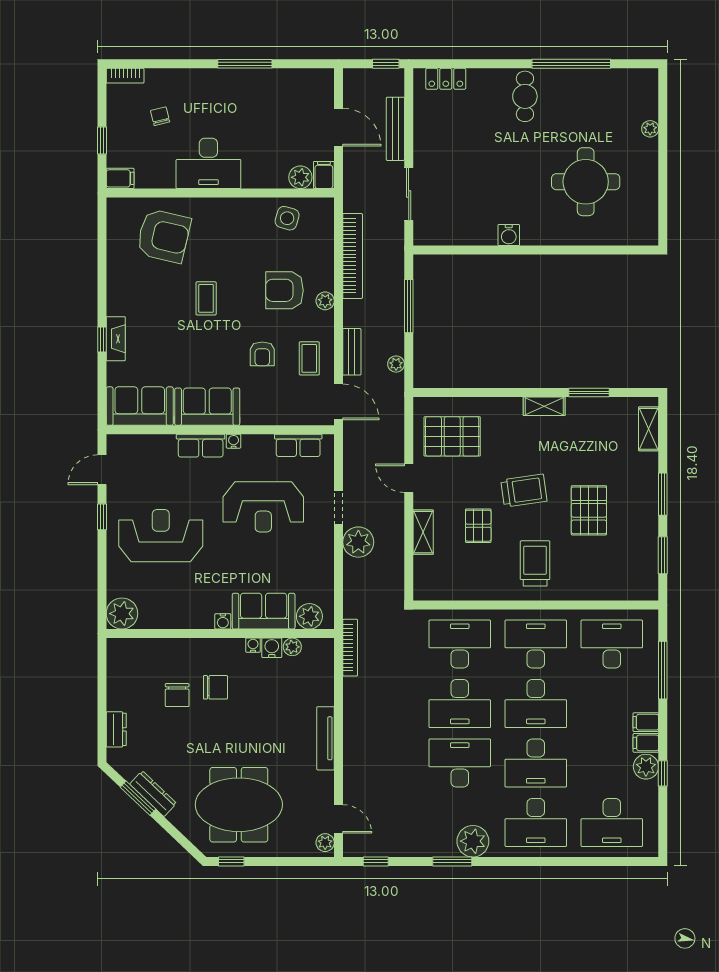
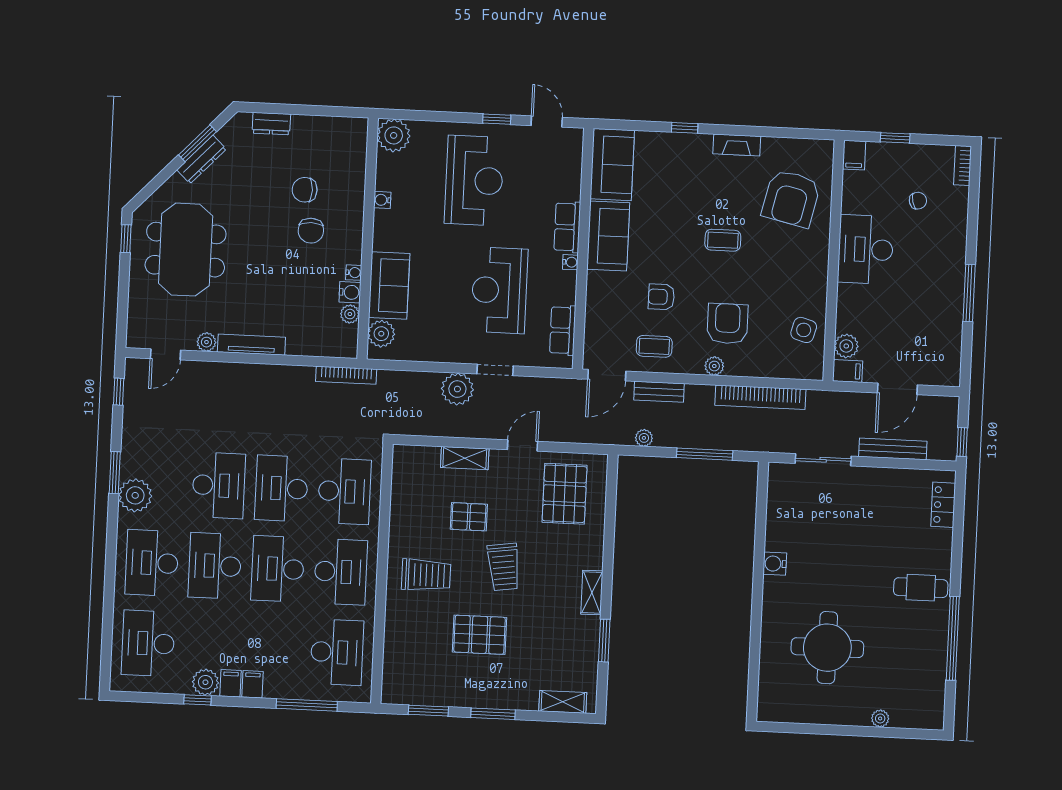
fireplace: (116, 339) -> (737, 145), moved
water cooler: (223, 621) -> (382, 200), moved
plant: (325, 843) -> (206, 342), moved

